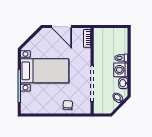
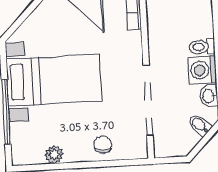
plant: (43, 109) -> (54, 155), added

